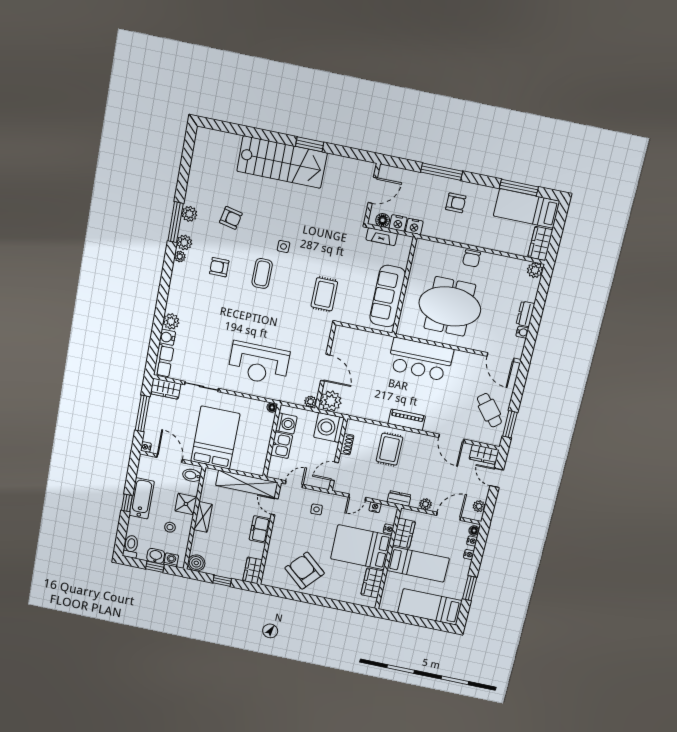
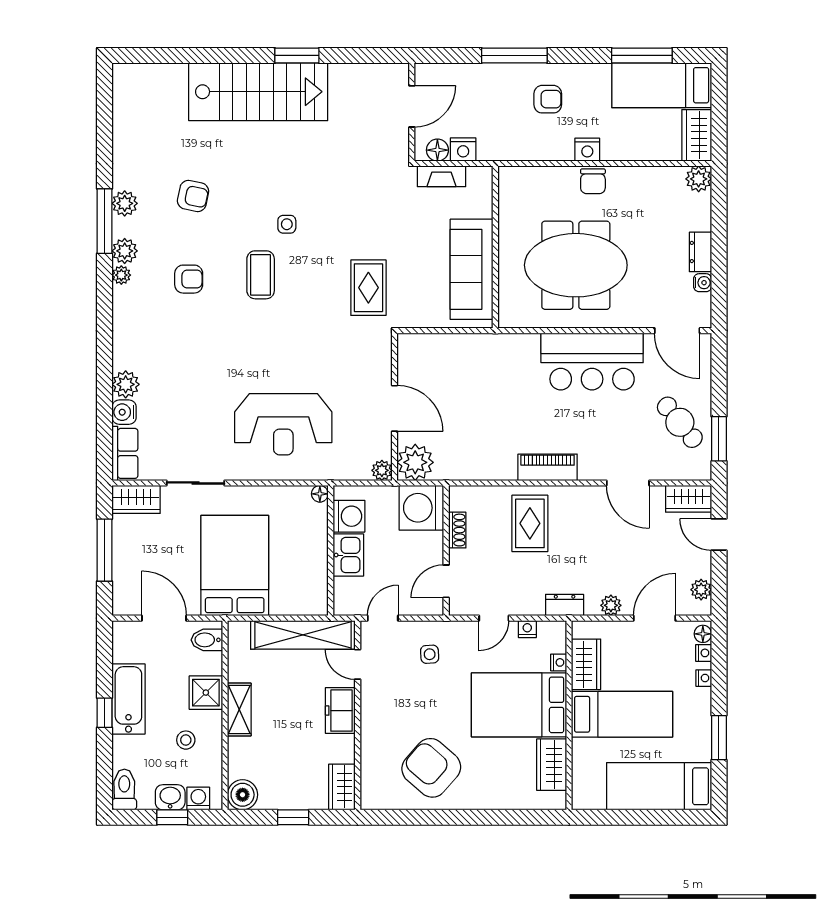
nightstand: (414, 227) -> (587, 150), moved
armchair: (219, 267) -> (189, 279), turned 180
bar counter: (420, 359) -> (592, 362), moved
nightstand: (146, 447) -> (120, 607), removed

